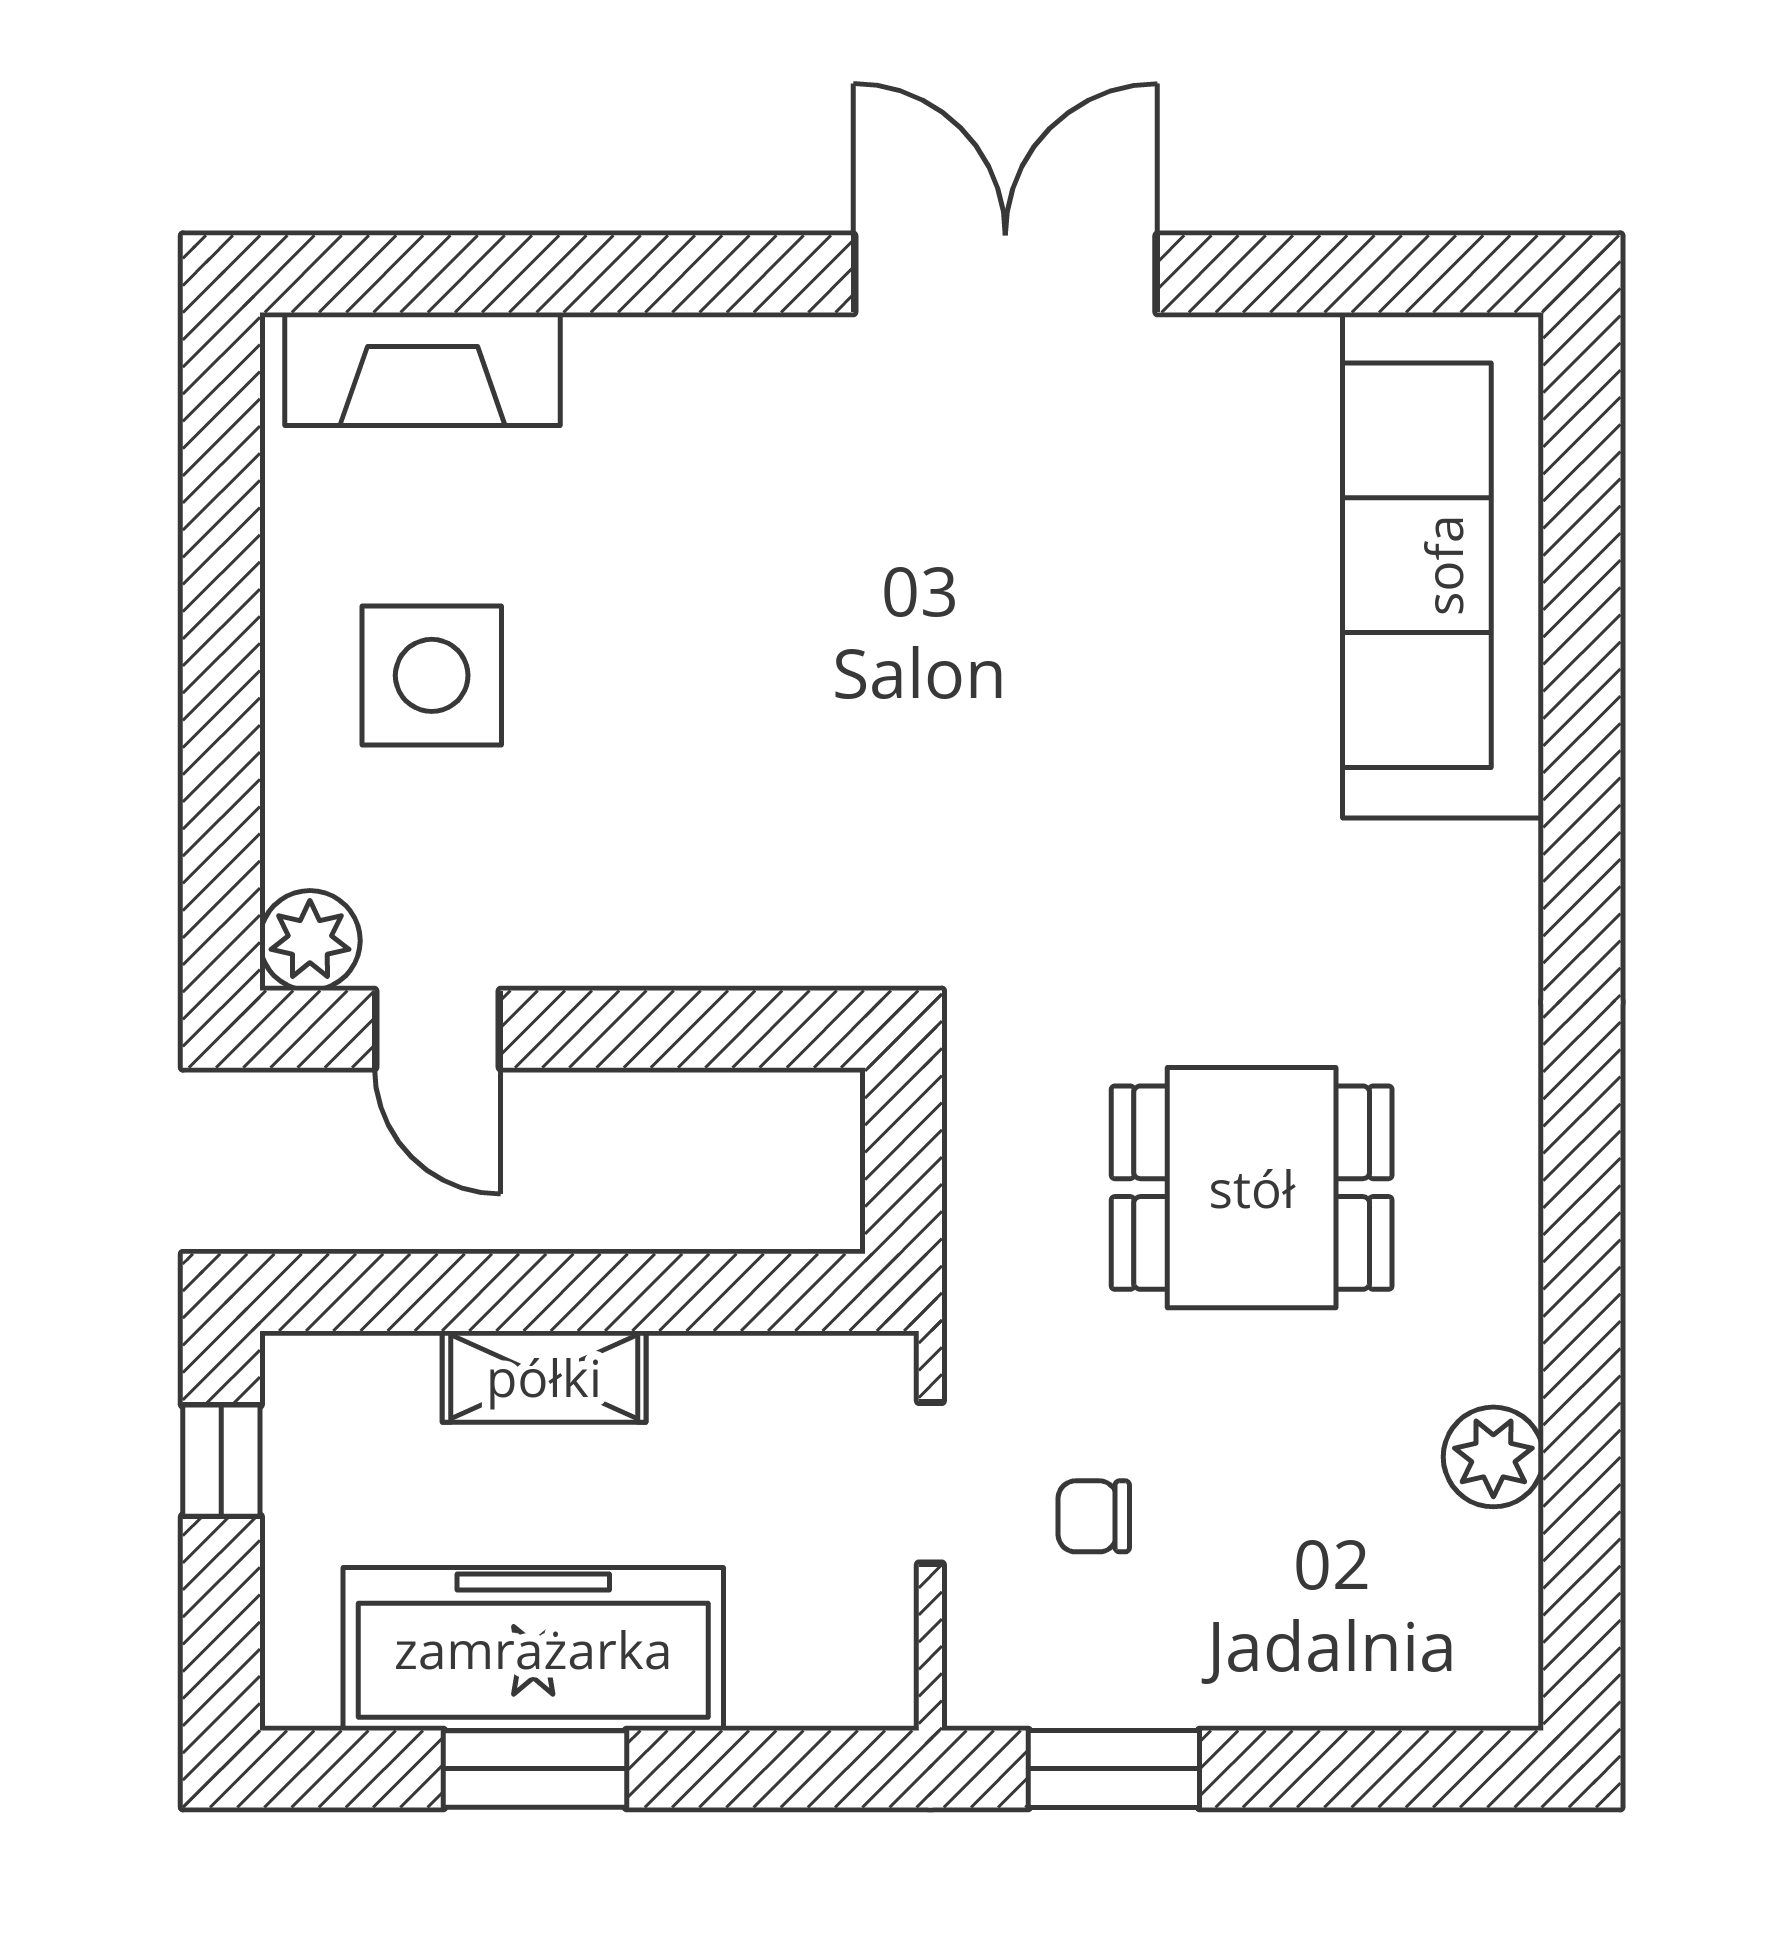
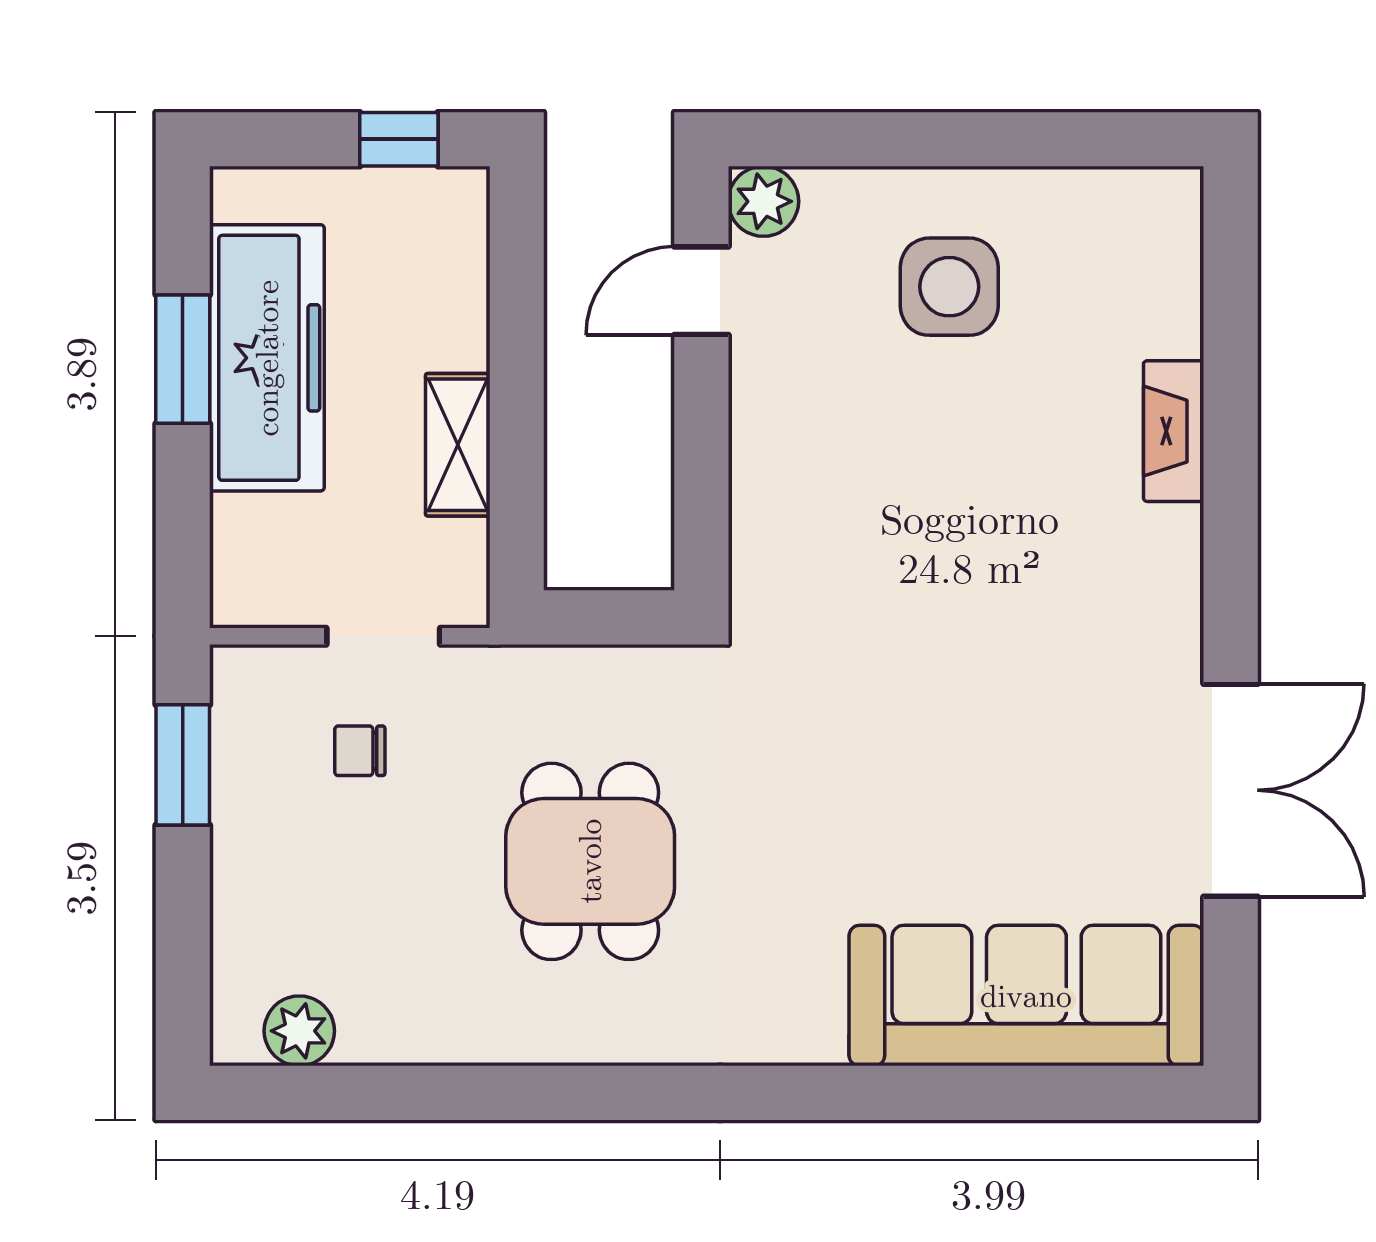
double door: (1005, 274) -> (1231, 790), moved
fireplace: (423, 369) -> (1174, 431), moved, width x0.73, depth x0.76
shelving: (544, 1377) -> (458, 445), moved
plant: (1493, 1457) -> (299, 1031), moved
chair: (1094, 1516) -> (360, 751), turned -90

